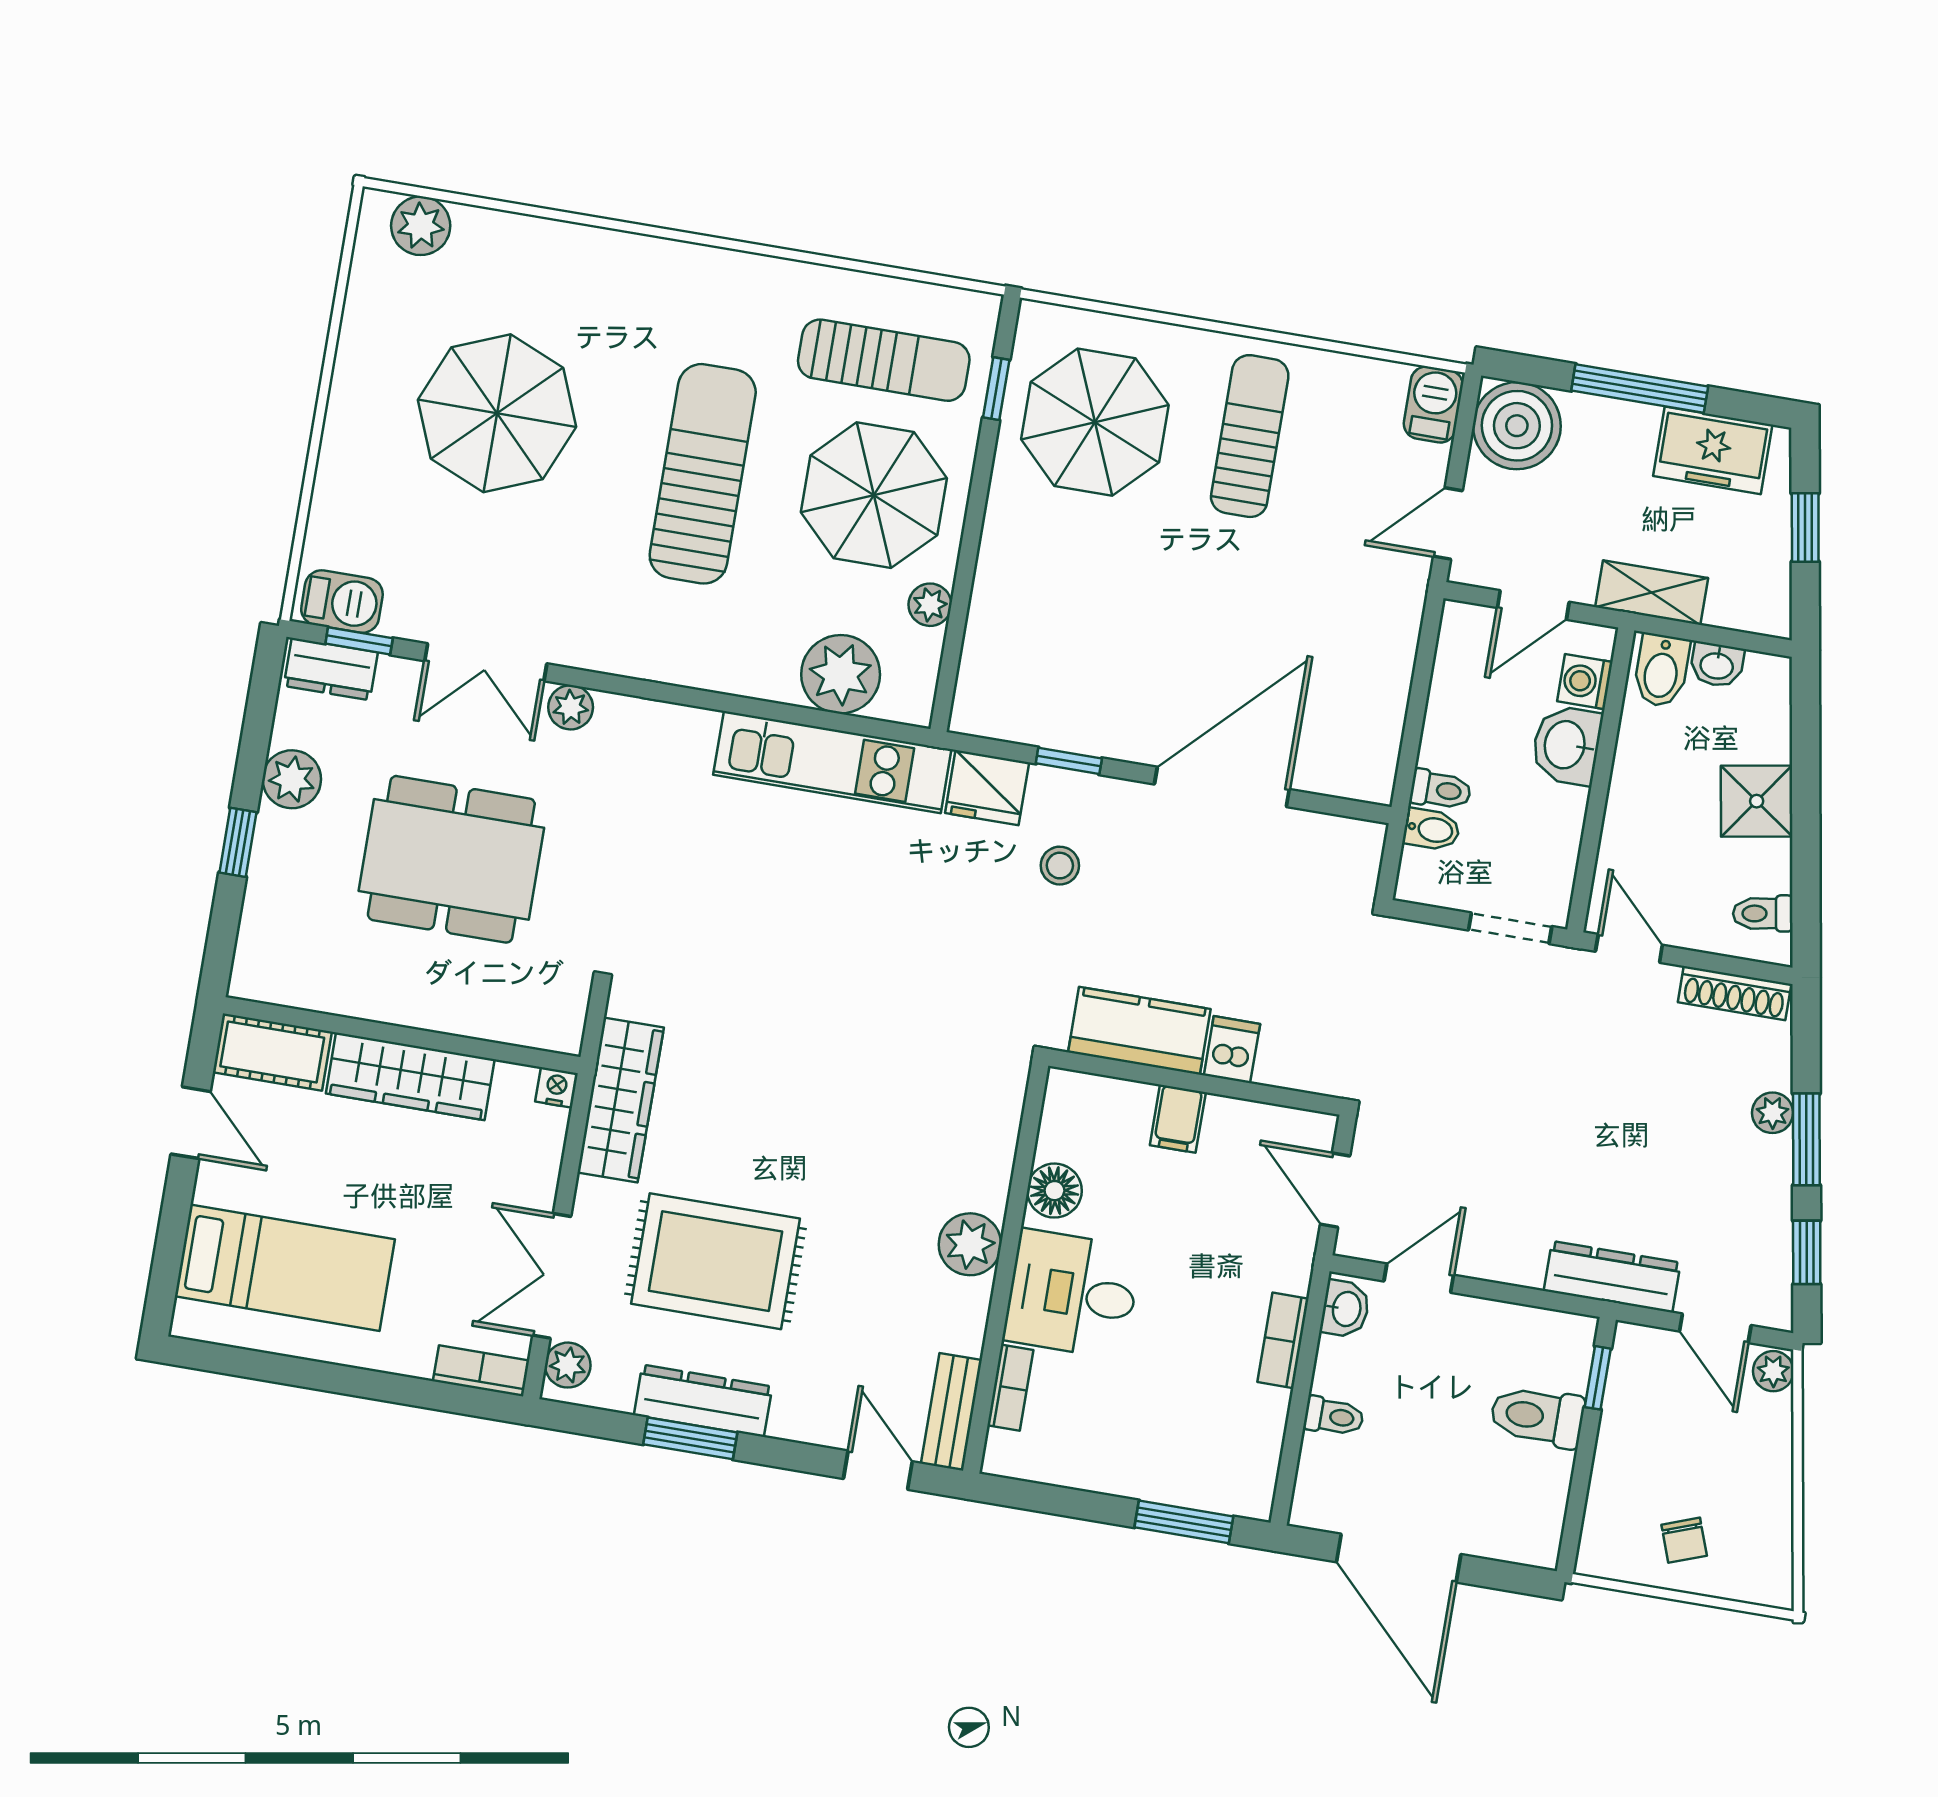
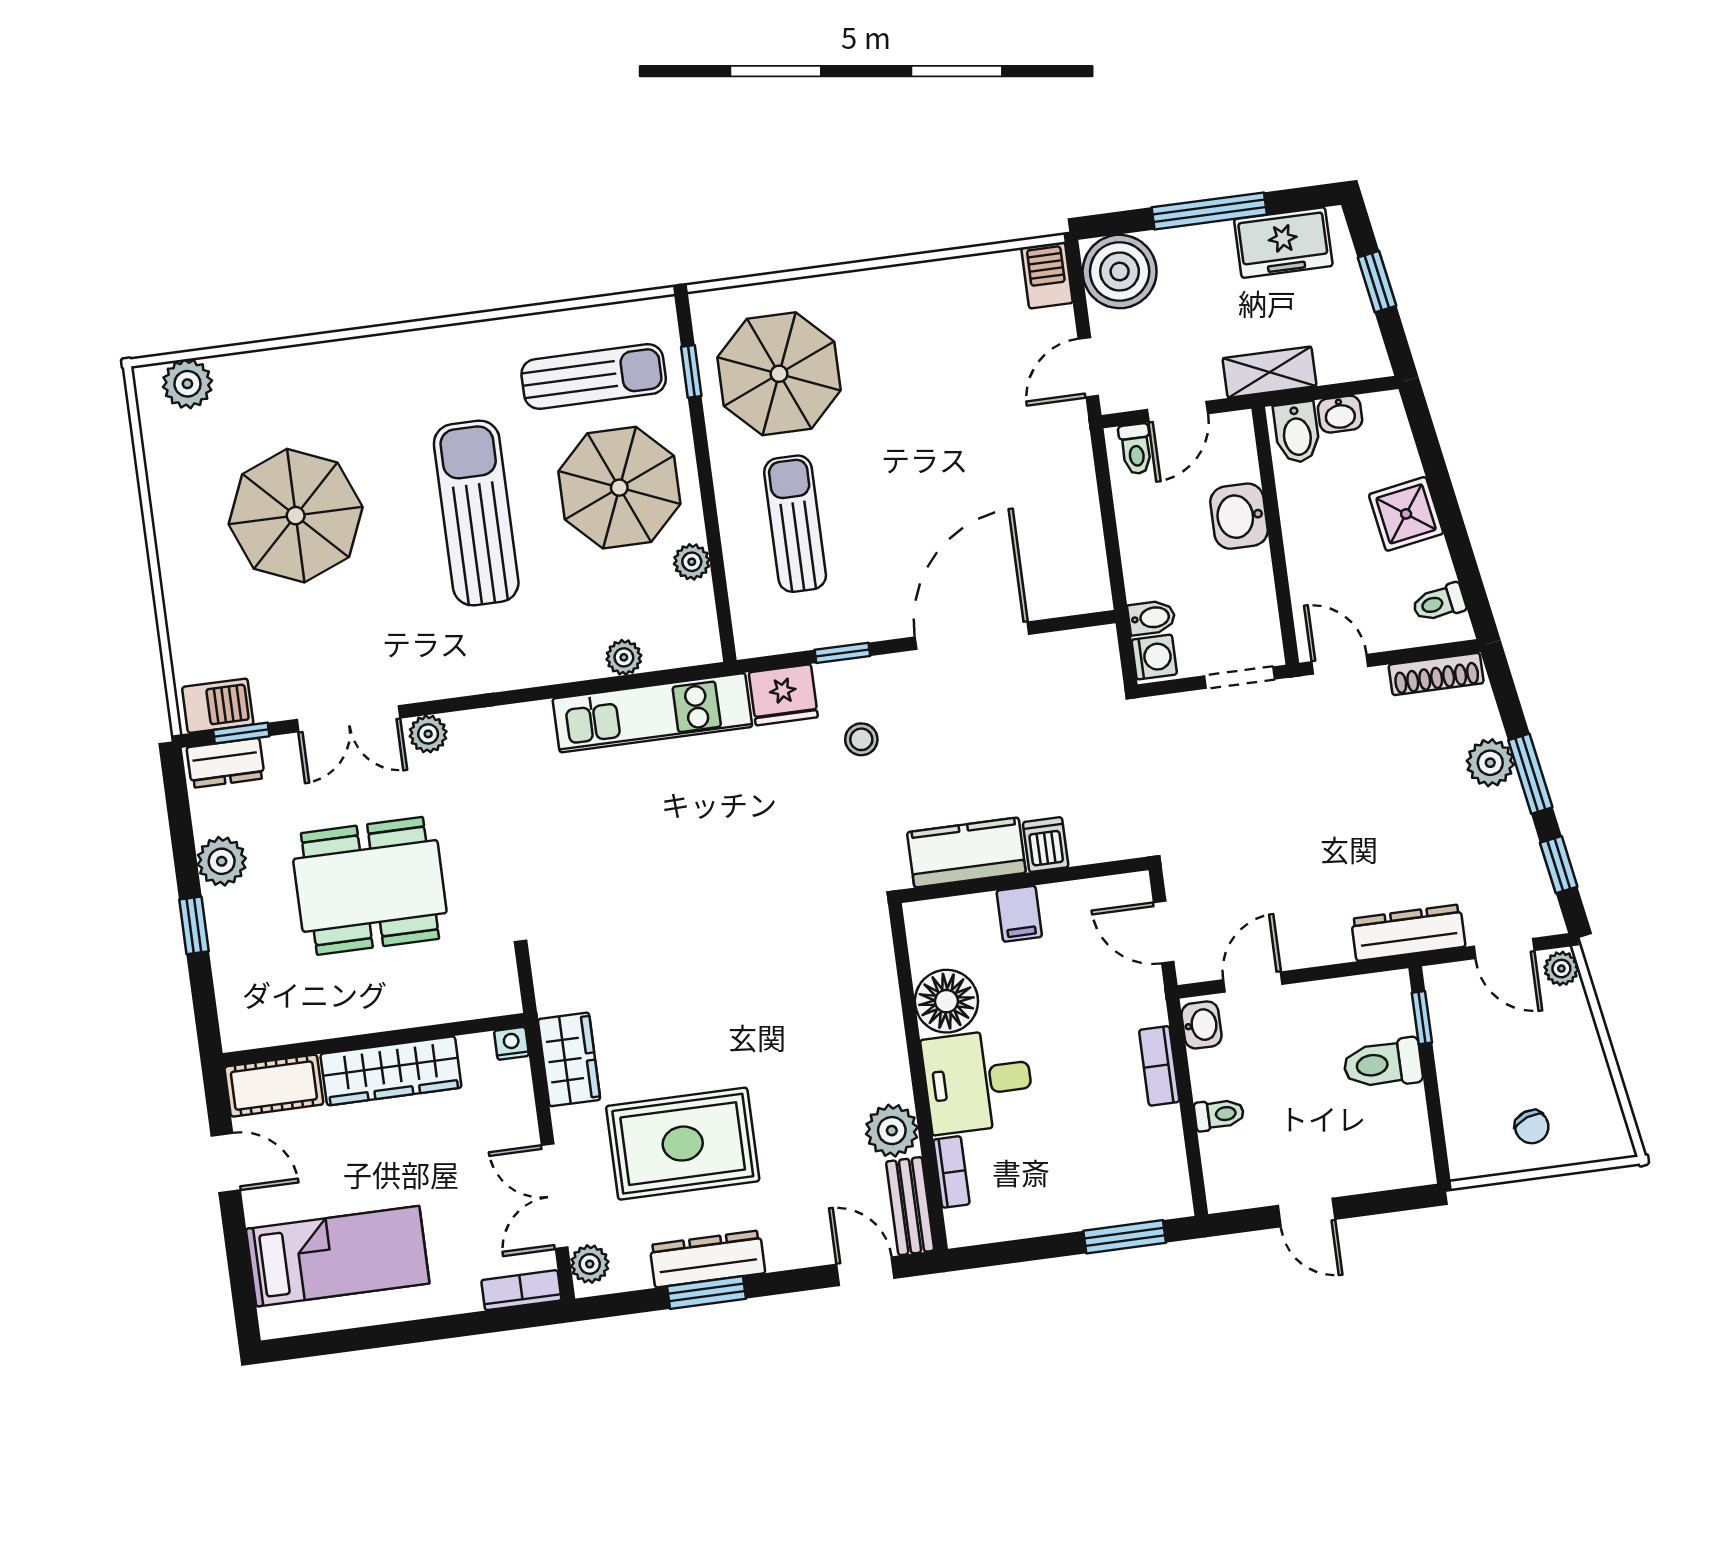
sun lounger: (1250, 436) -> (795, 524), moved
plant: (841, 674) -> (624, 657), width x0.53, depth x0.53
washing machine: (1585, 682) -> (1154, 657), moved, turned 180
toilet: (1441, 790) -> (1136, 449), moved, turned 90
wardrobe: (621, 1100) -> (569, 1059), width x0.67
plant: (1772, 1113) -> (1490, 763), width x1.38, depth x1.38
floor lamp: (1054, 1191) -> (946, 1001), width x1.38, depth x1.38
plant: (970, 1244) -> (892, 1131), moved
door: (1399, 1558) -> (1307, 1212), width x0.53

